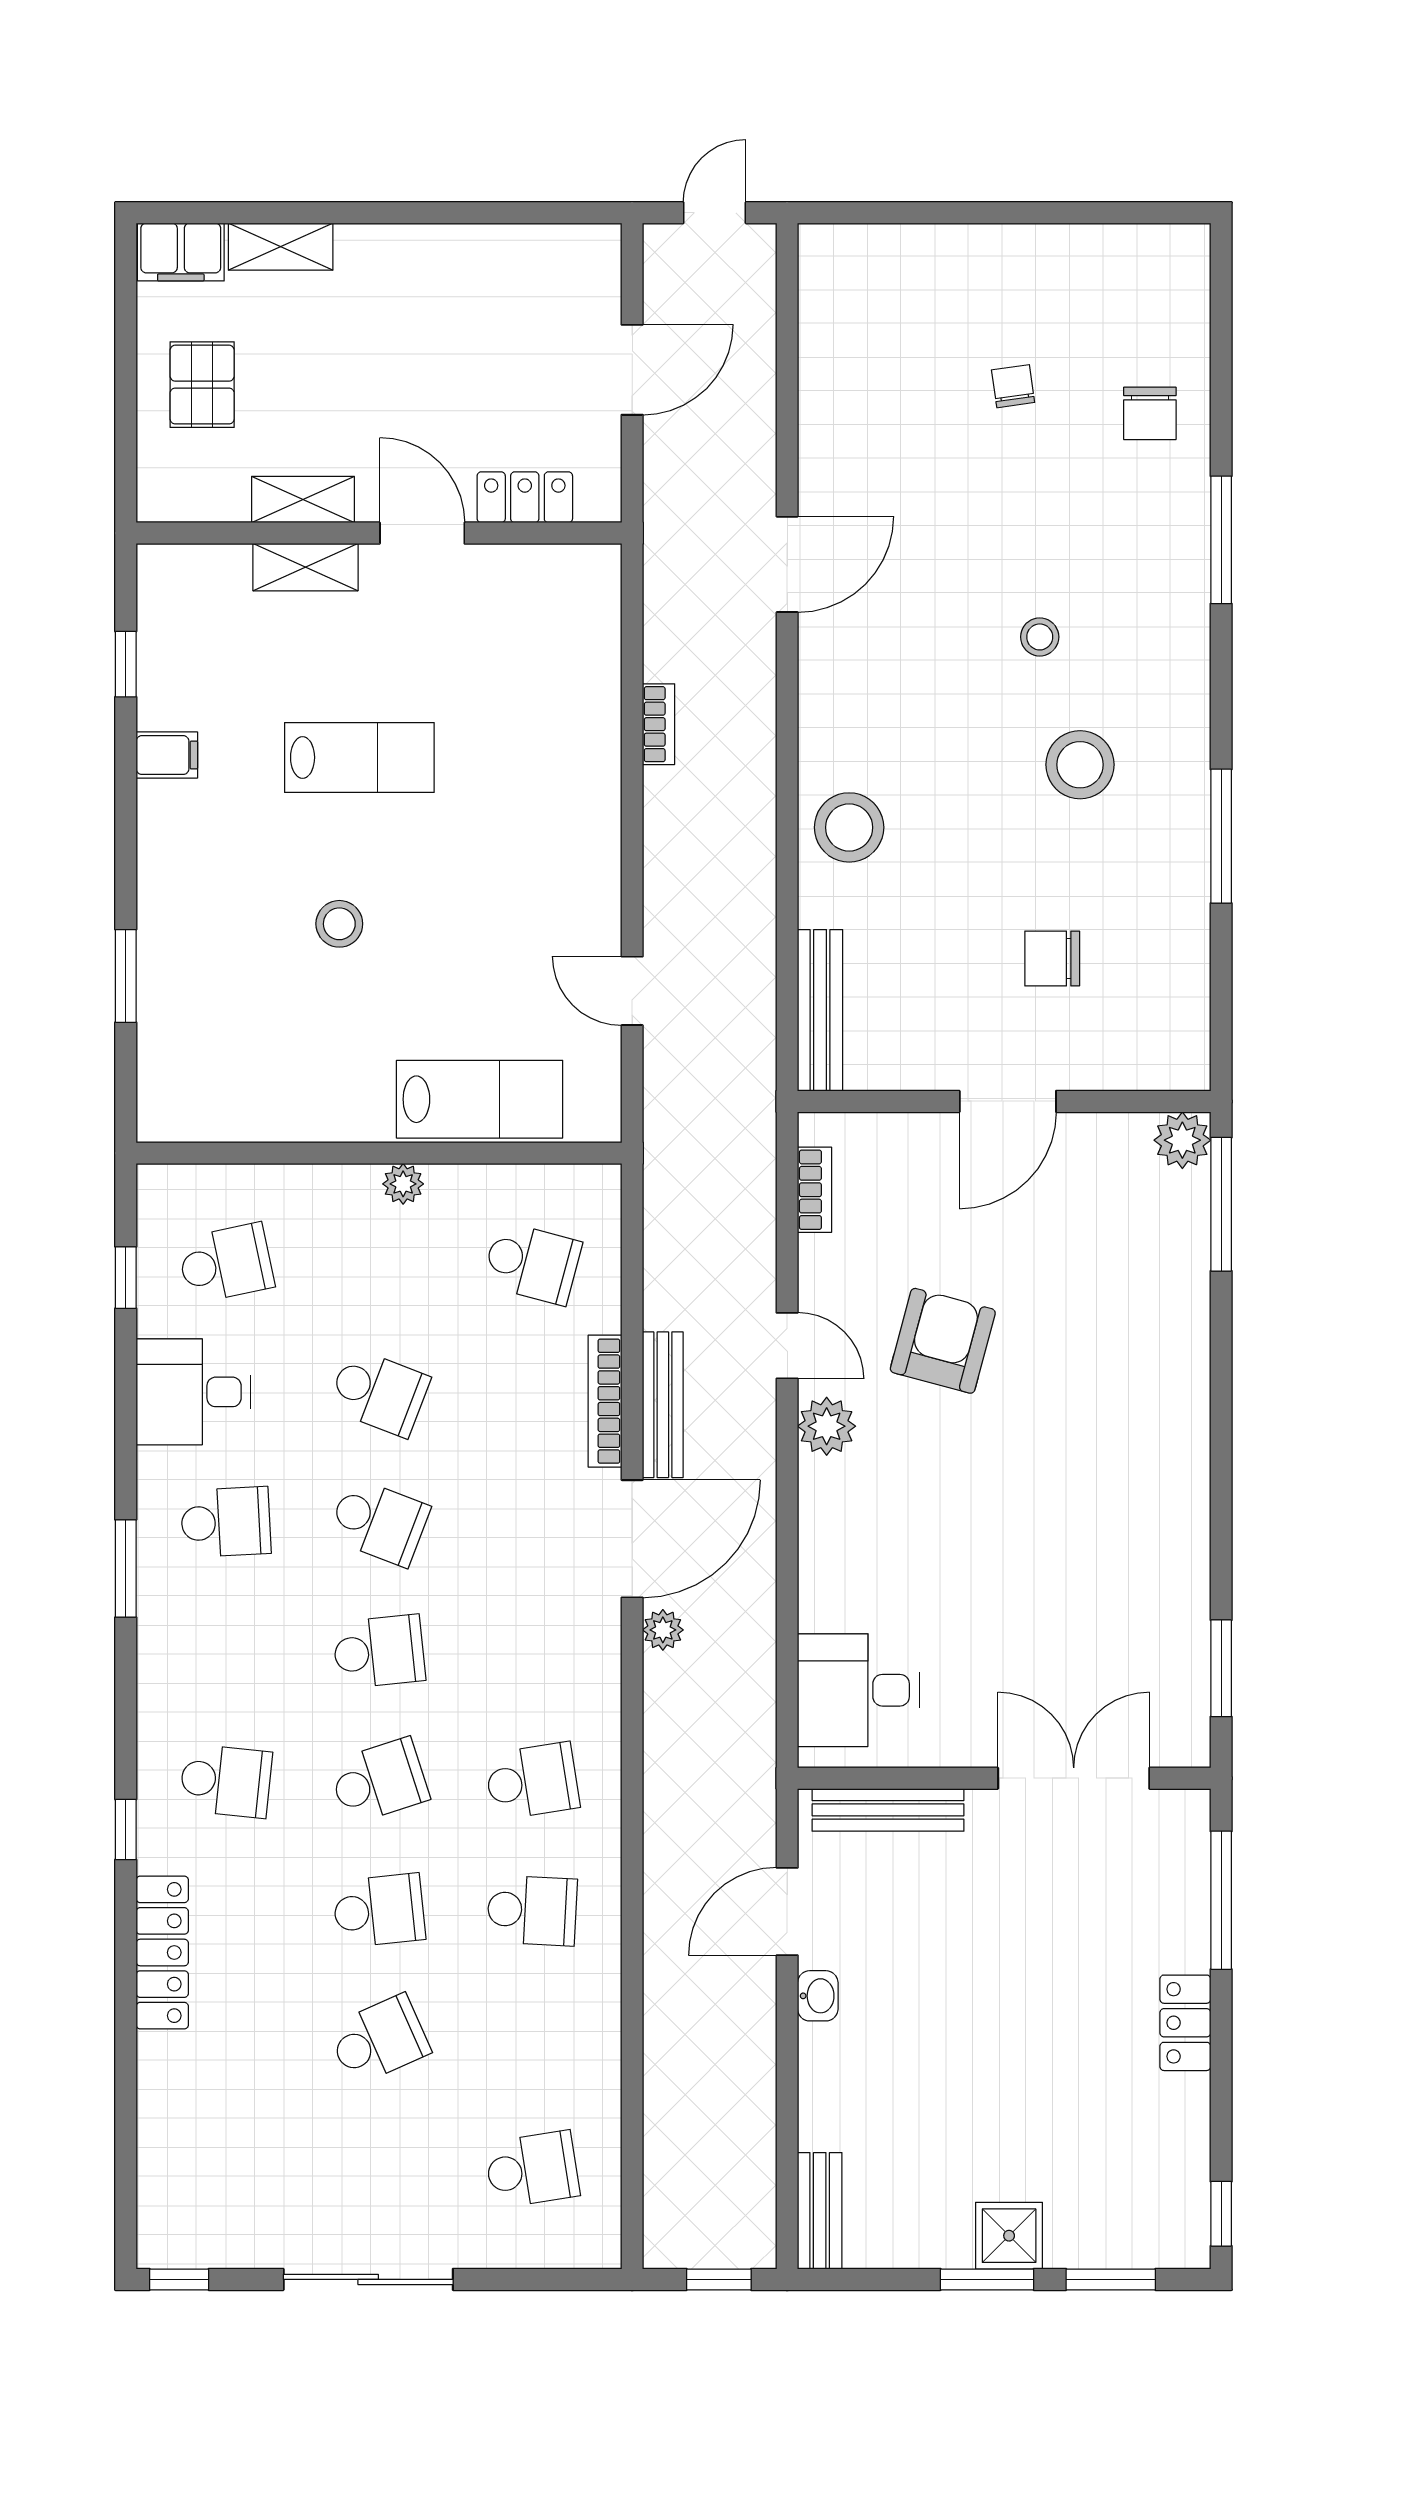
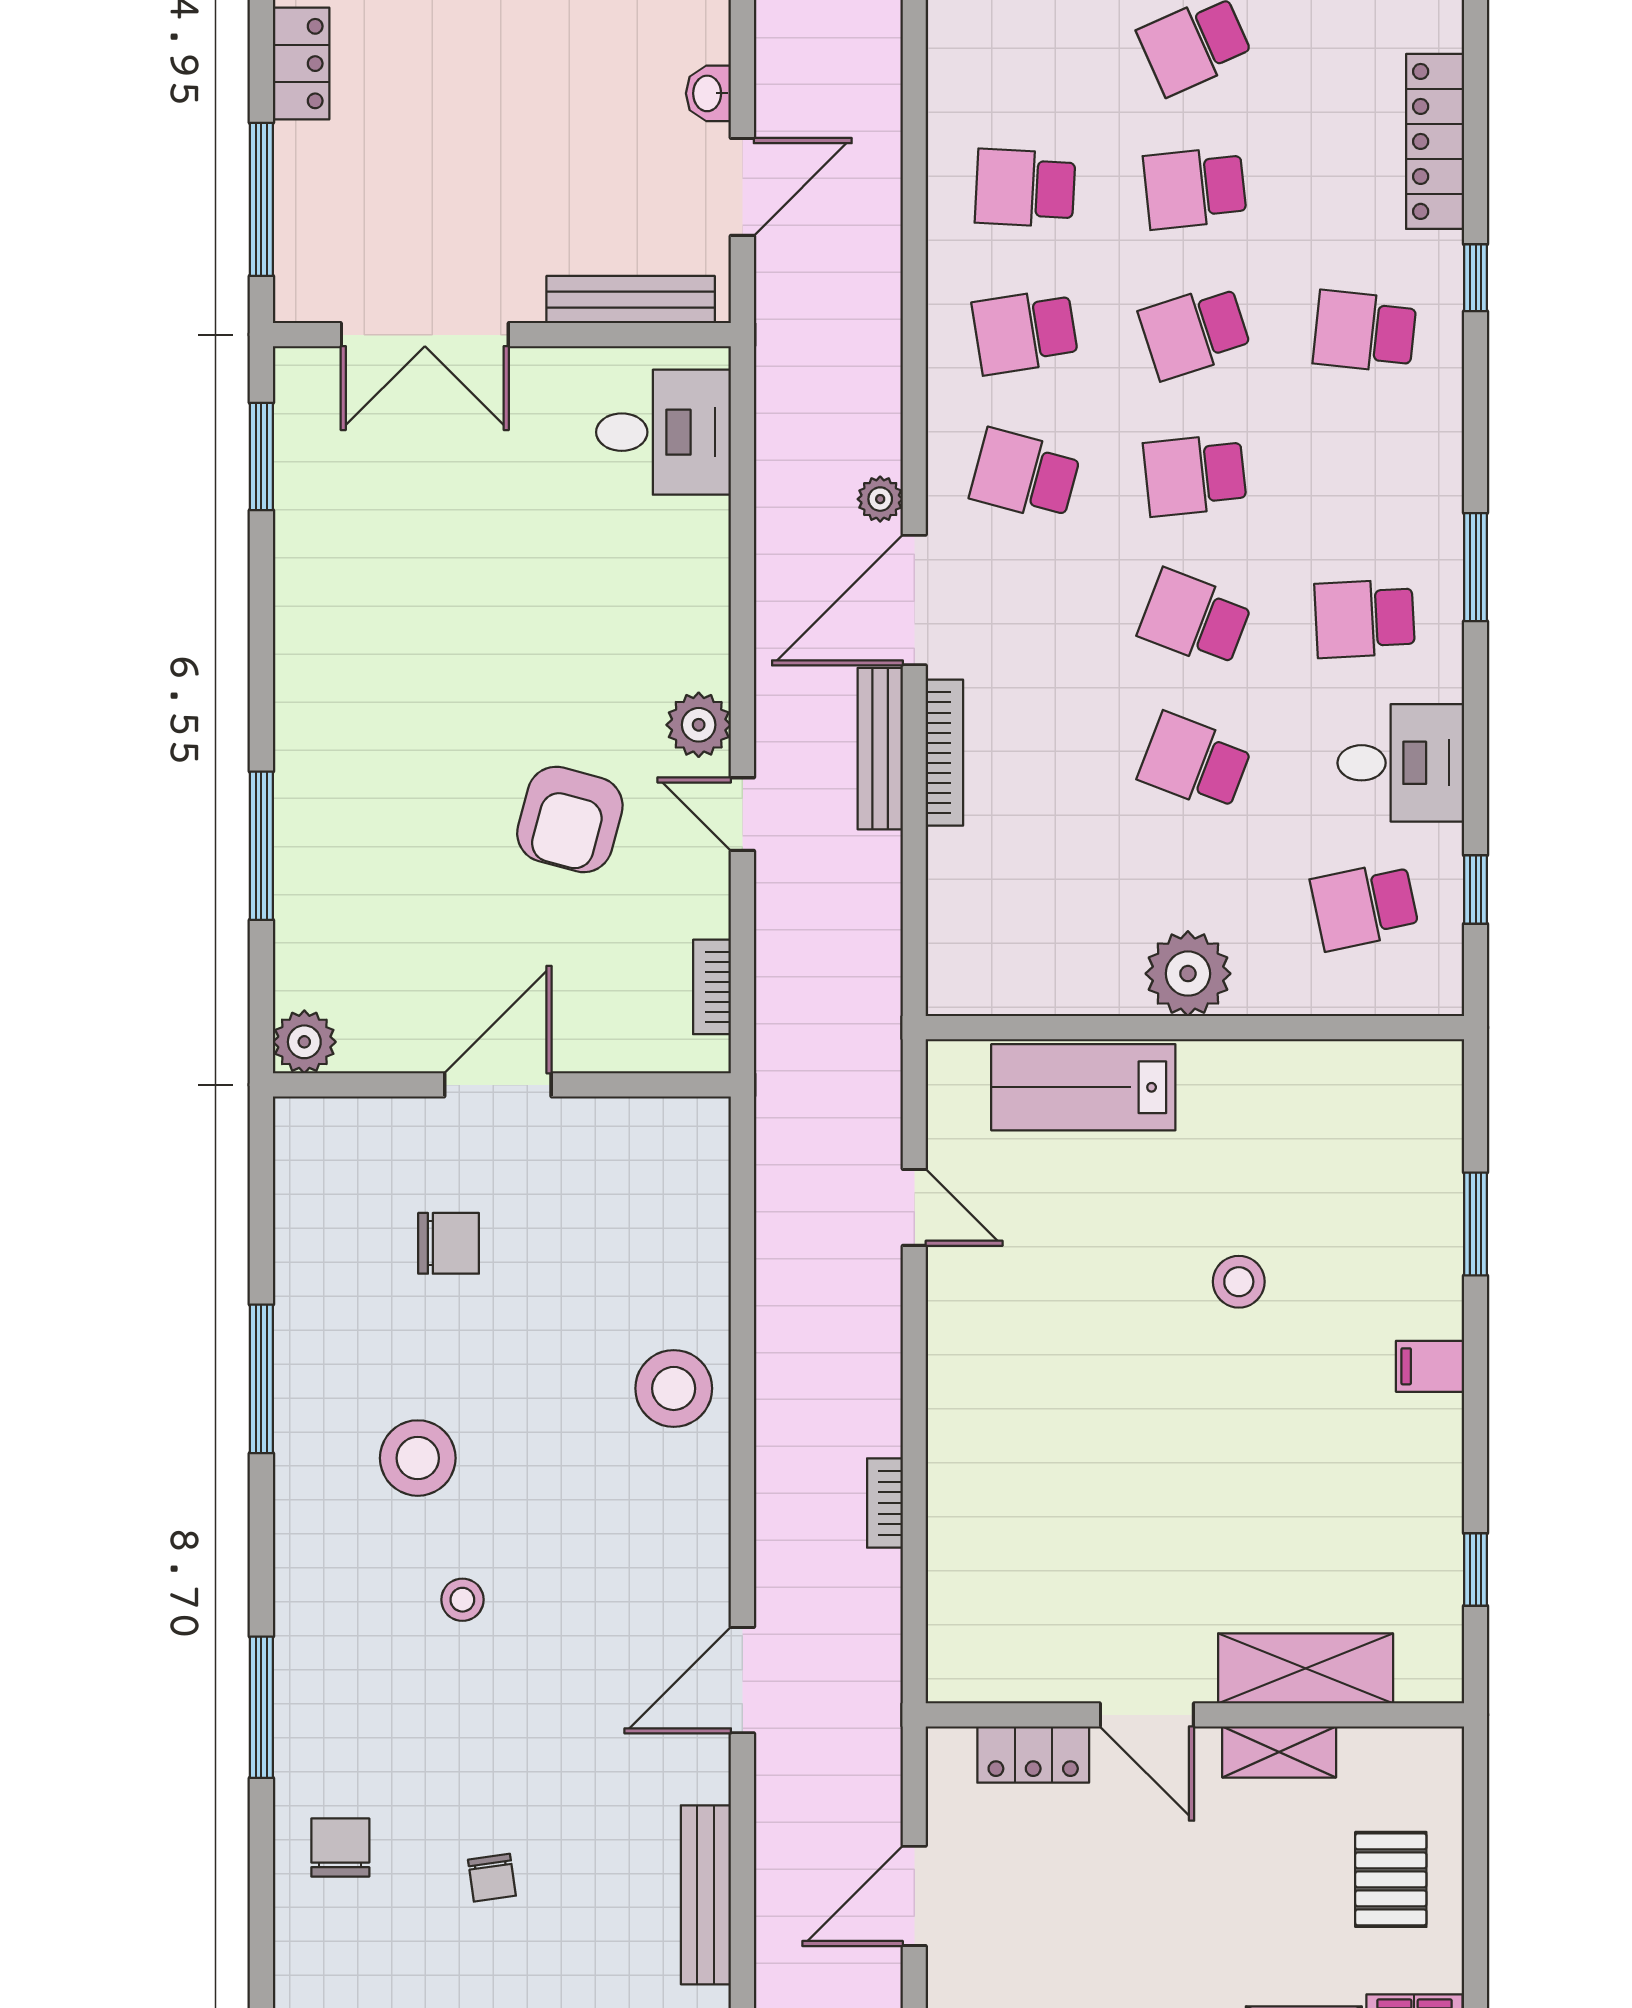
shelving: (305, 567) -> (1306, 1668), width x1.50, depth x1.33
filing cabinet: (167, 755) -> (1430, 1366), moved
lab bench: (359, 757) -> (1217, 1466), removed
bench: (820, 1010) -> (706, 1895), moved
plant: (403, 1184) -> (1188, 974), width x1.87, depth x1.87
window: (1221, 1204) -> (261, 846), moved
school desk: (532, 1263) -> (1025, 475), moved

